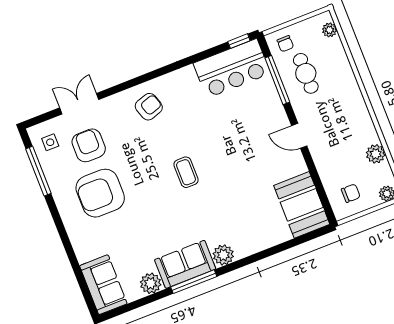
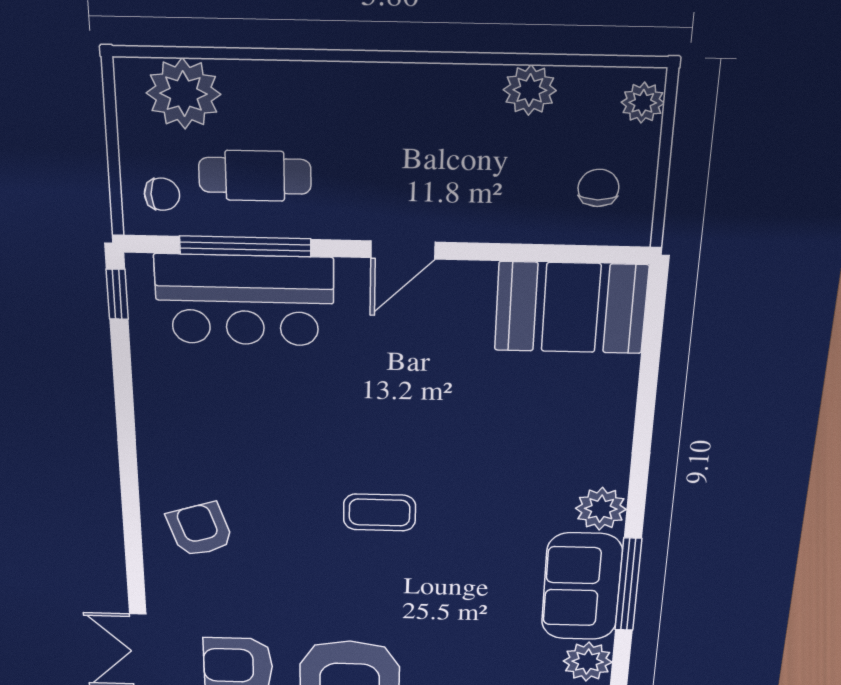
plant: (330, 30) -> (184, 94), width x1.88, depth x1.88
bar counter: (232, 68) -> (245, 300), moved, turned 90

